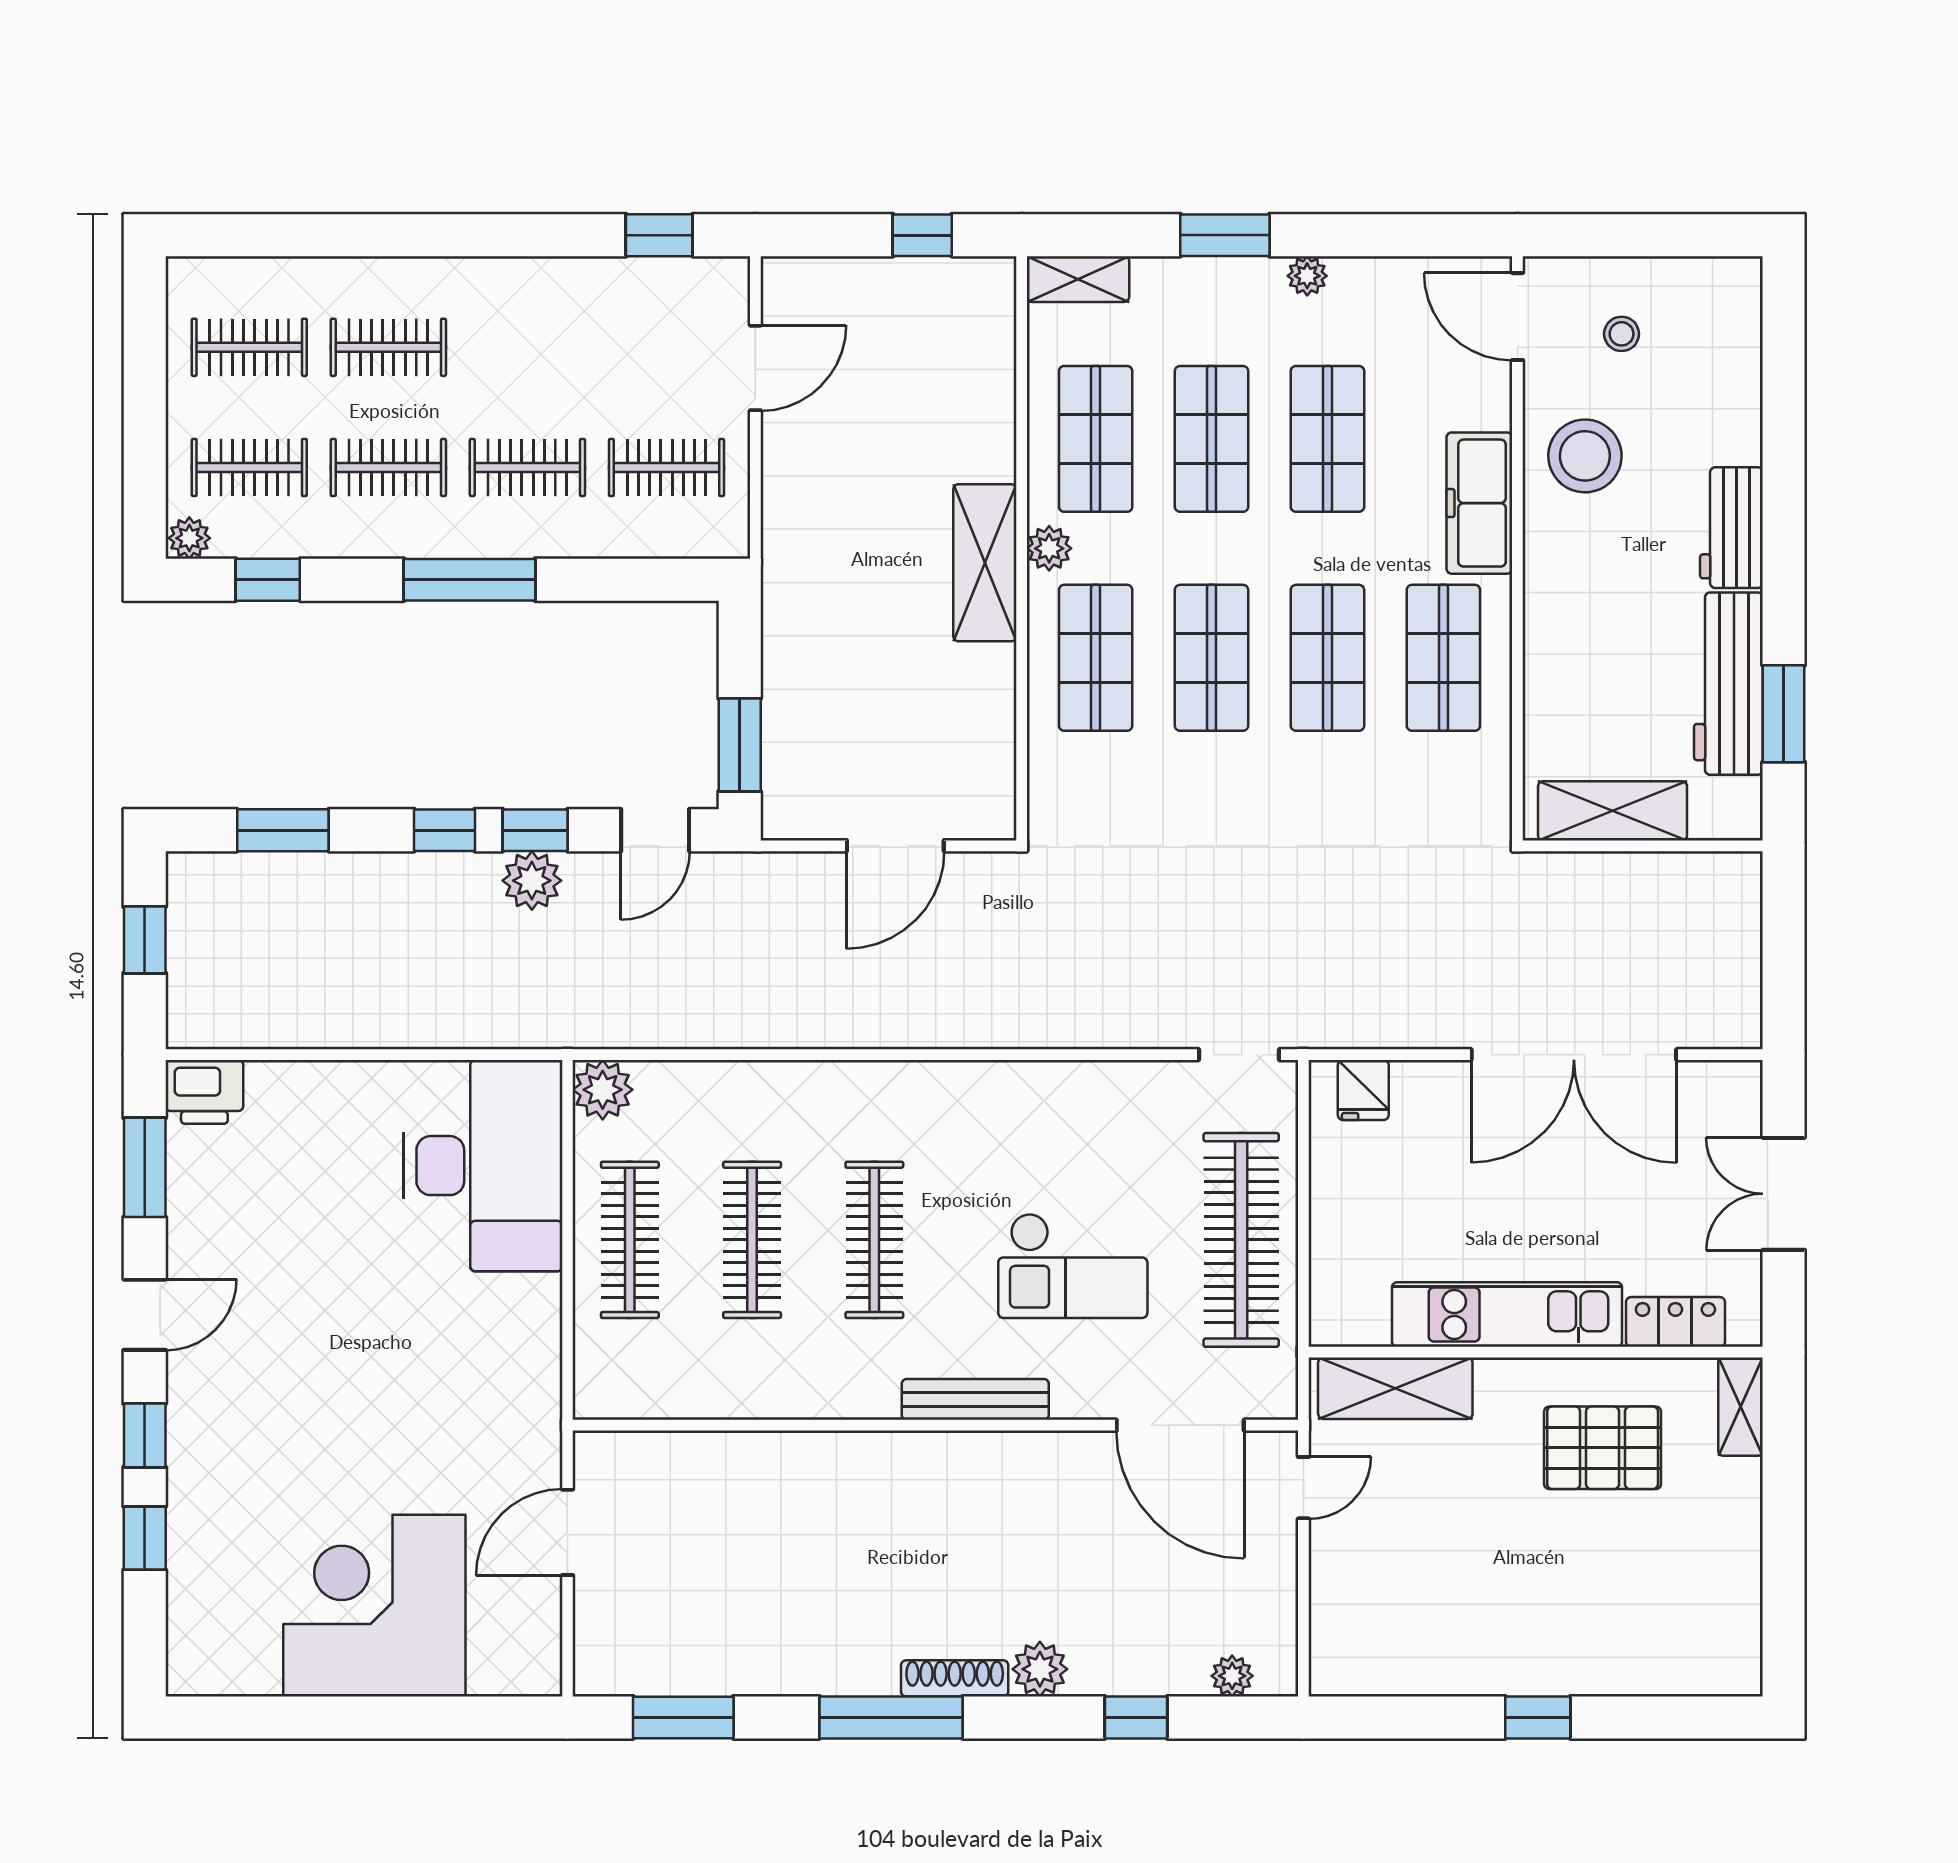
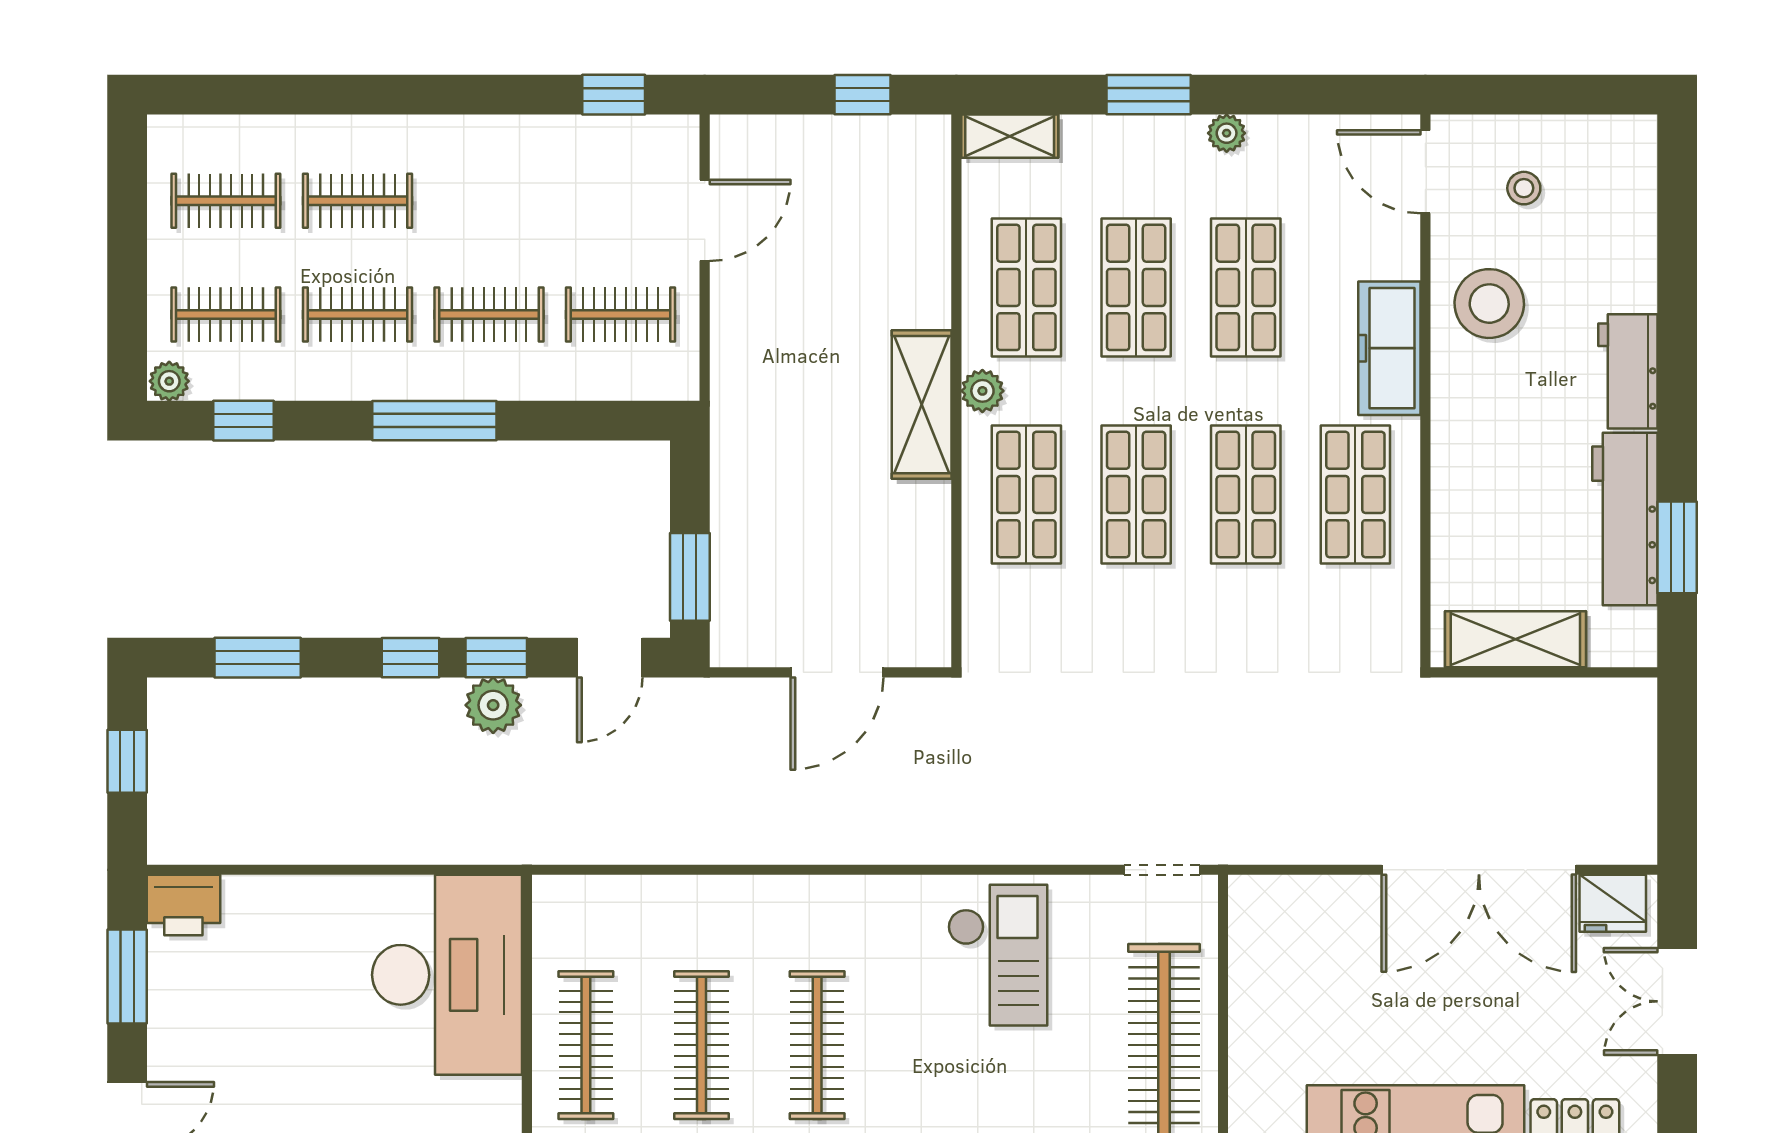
plant: (603, 1090) -> (560, 903), removed
fridge: (1363, 1090) -> (1613, 903), moved, width x1.38
checkout: (1073, 1266) -> (998, 955), moved, turned -90

